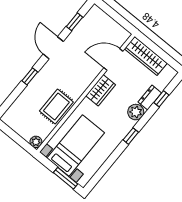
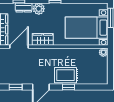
door: (113, 59) -> (19, 47), swing flipped
rug: (56, 106) -> (66, 75), moved

